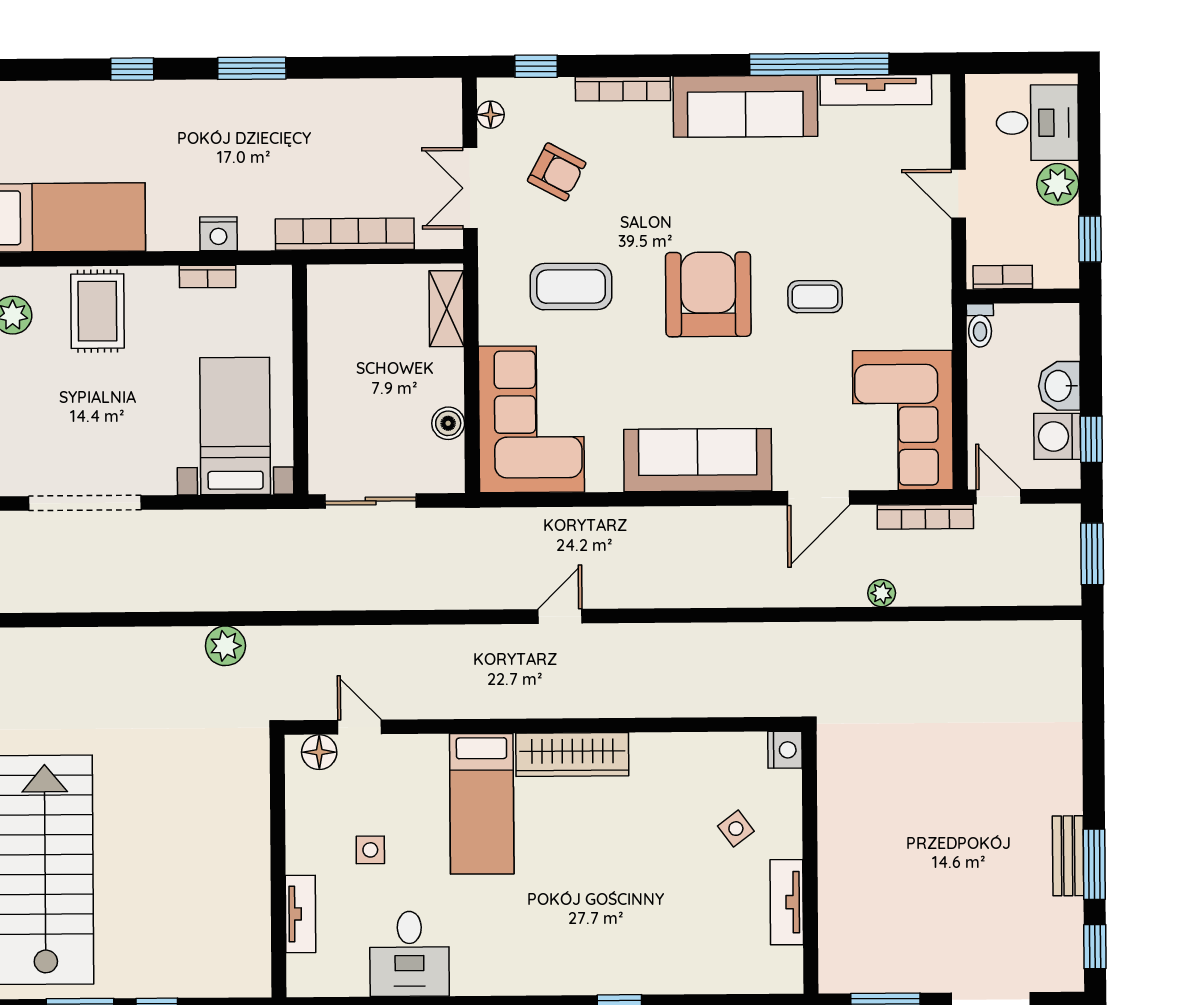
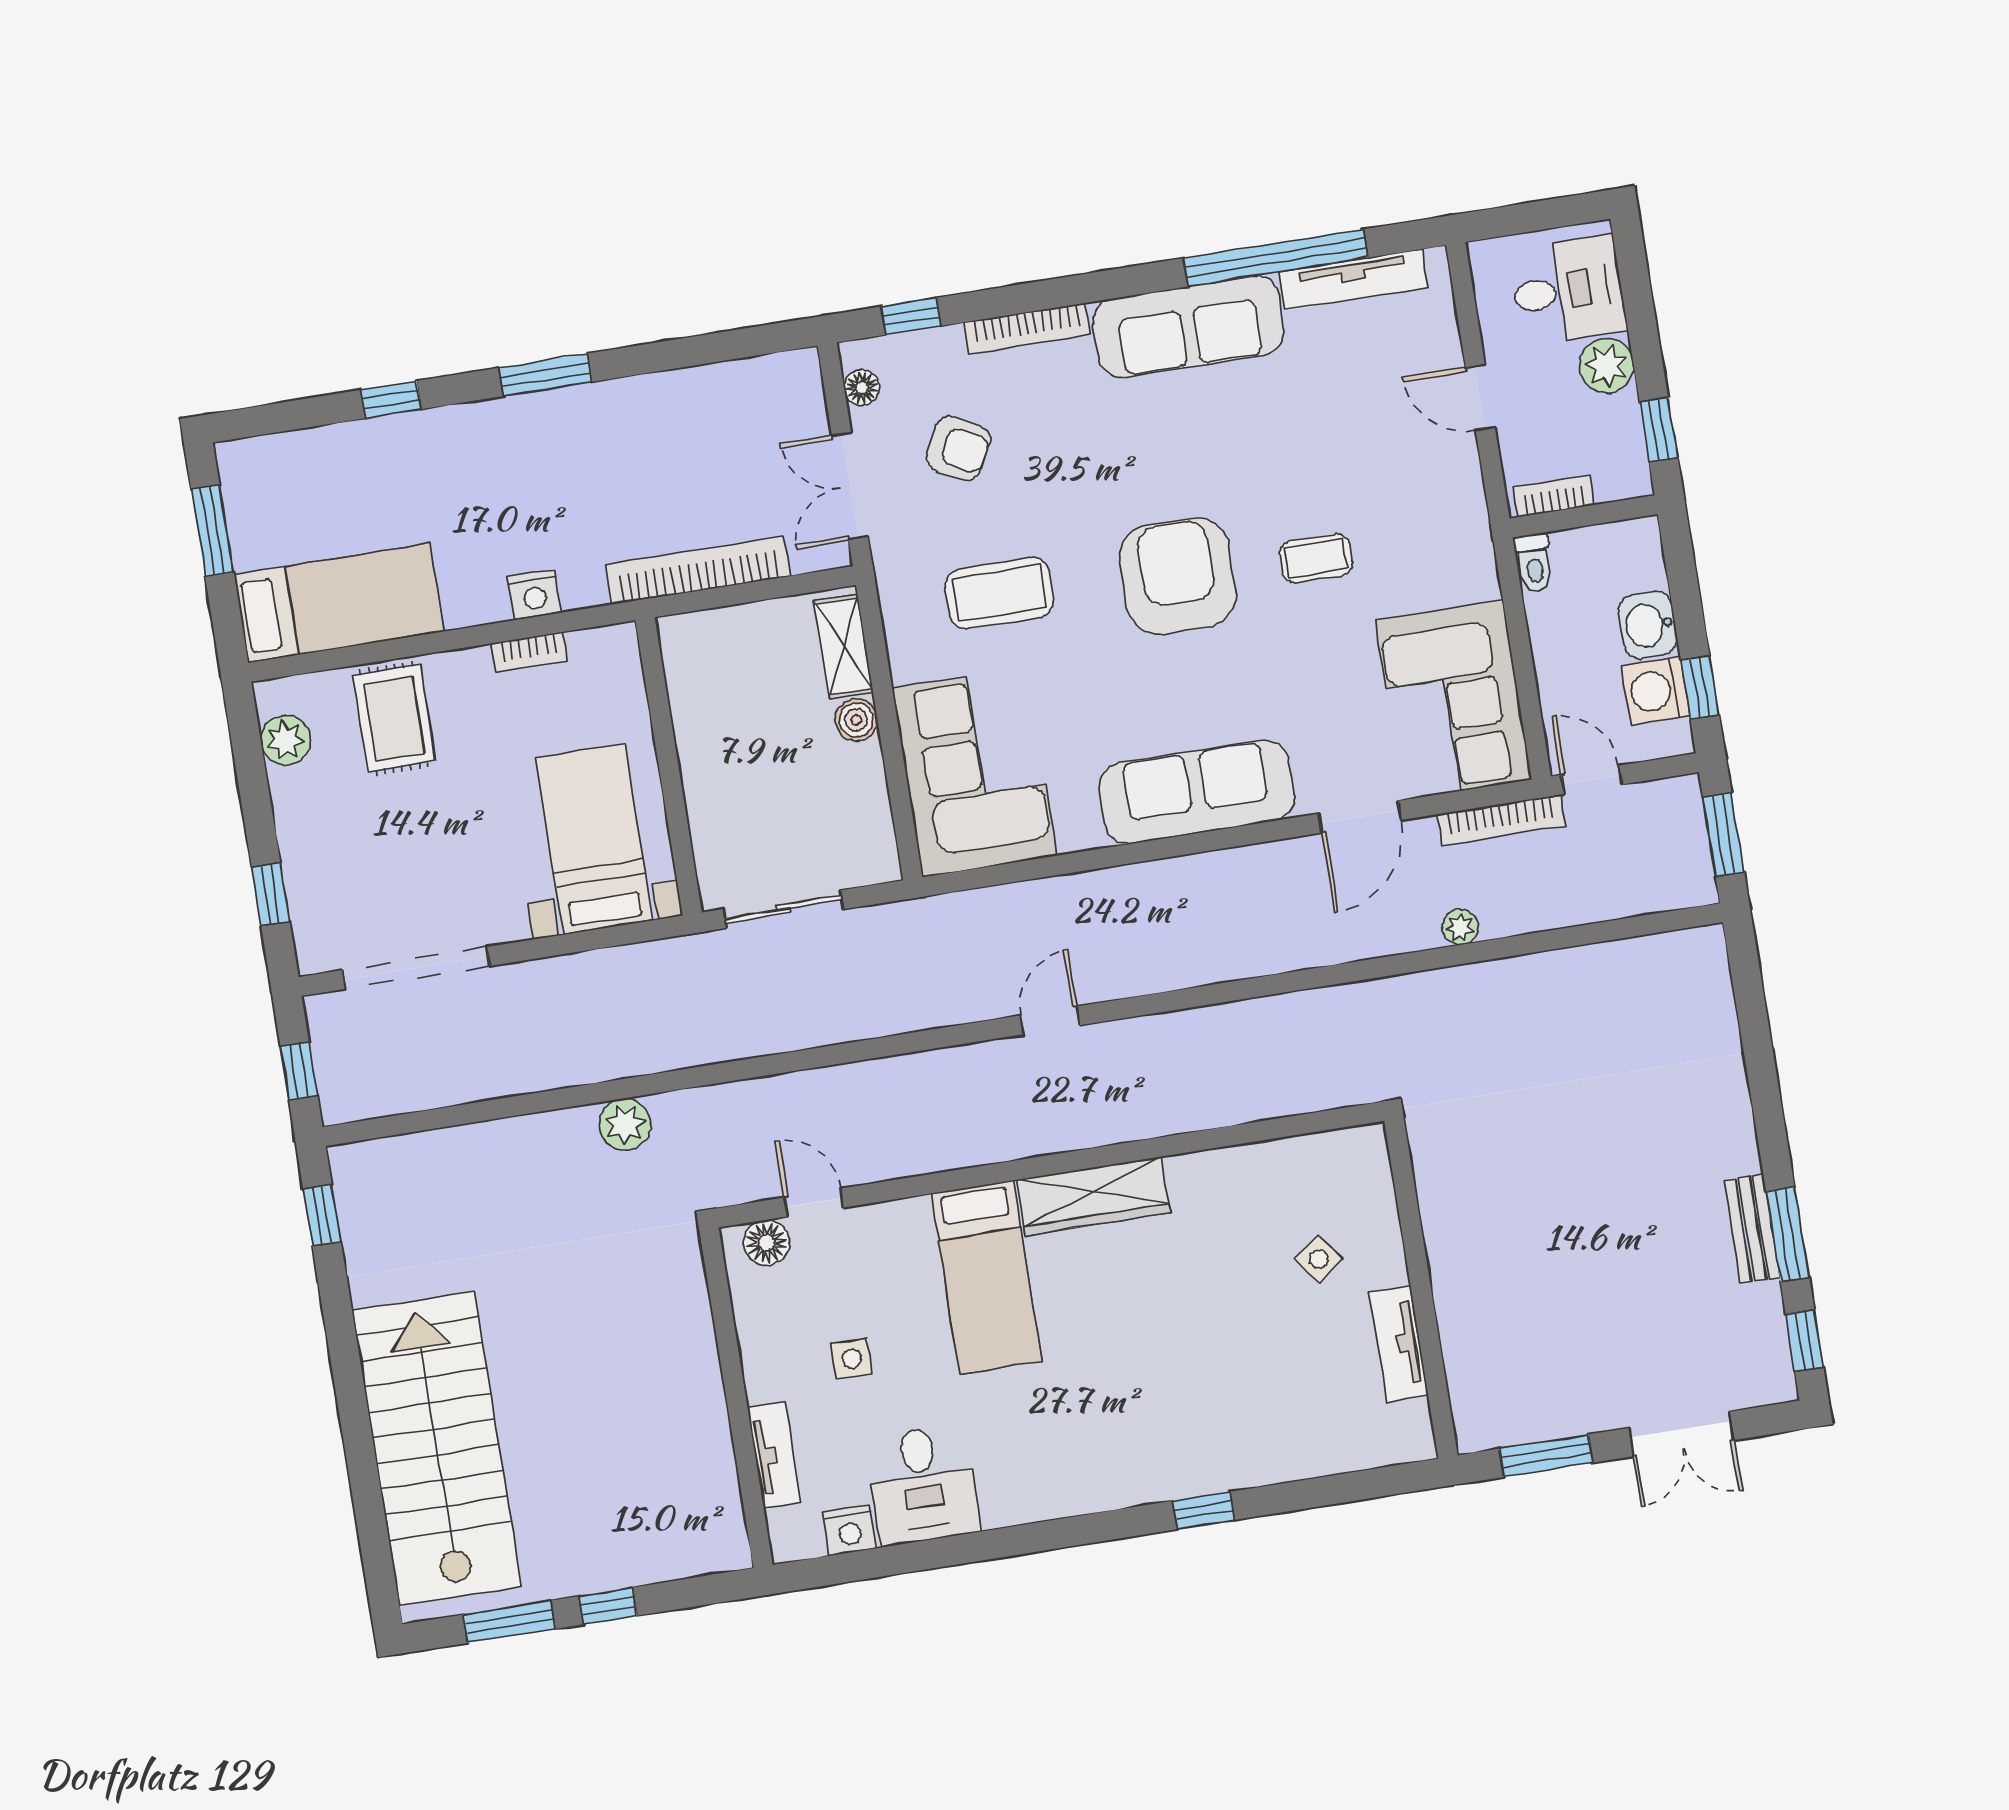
boiler: (448, 423) -> (856, 720), moved
nightstand: (785, 750) -> (850, 1530), moved, turned 90

